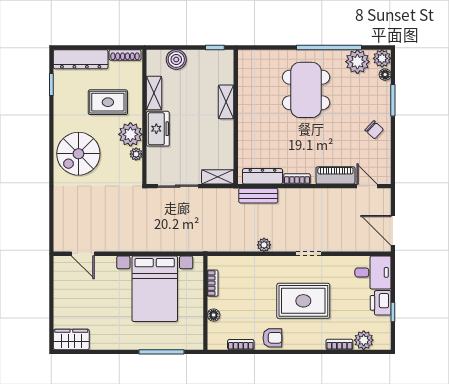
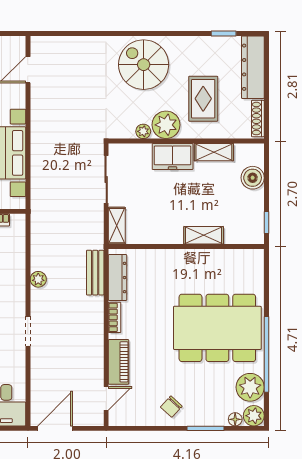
dining table: (306, 90) -> (217, 328), width x1.36, depth x1.24

